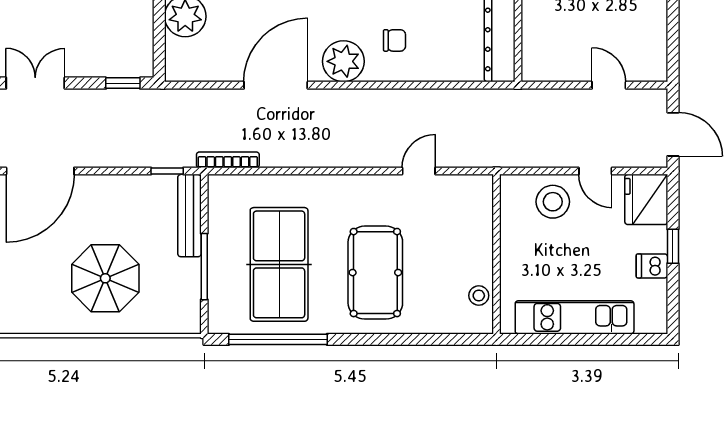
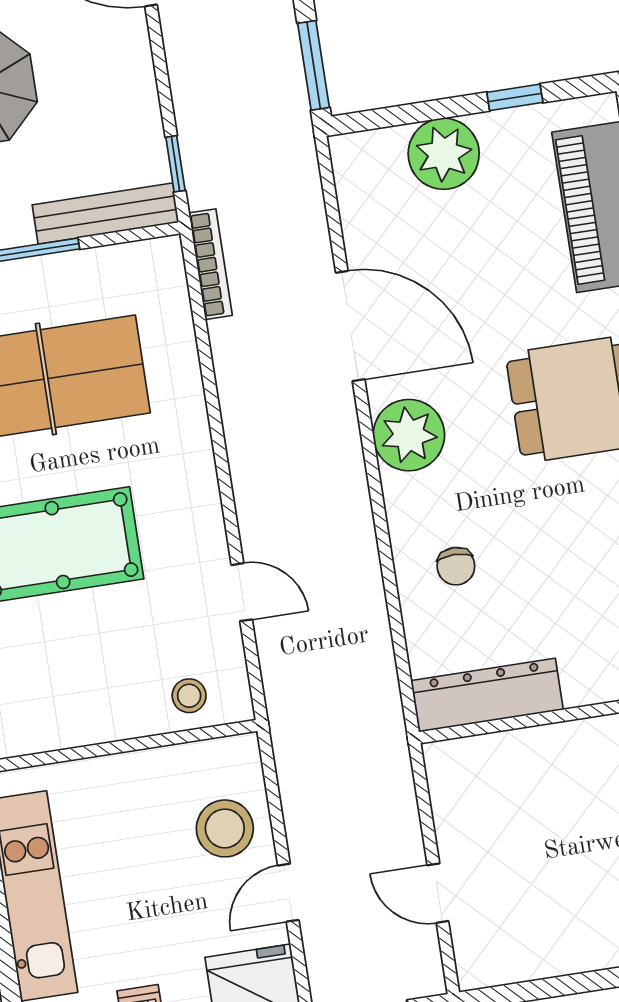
chair: (395, 40) -> (456, 566), moved
window: (123, 83) -> (314, 65), width x1.50
door: (609, 85) -> (438, 893), swing flipped
stool: (479, 296) -> (189, 696), moved

